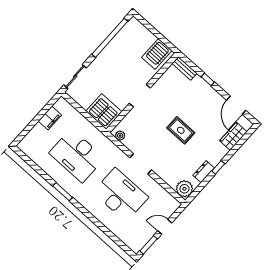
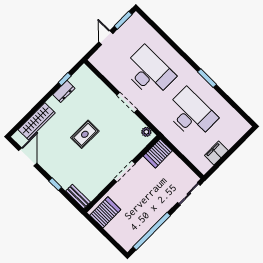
server rack: (104, 111) -> (158, 153), width x0.62
rug: (181, 130) -> (85, 134), turned 90
wardrobe: (233, 136) -> (37, 121), width x1.50
window: (218, 167) -> (65, 79), moved
plant: (184, 189) -> (84, 75), removed
desk: (121, 195) -> (149, 72), turned 180
door: (165, 227) -> (106, 38), swing flipped

